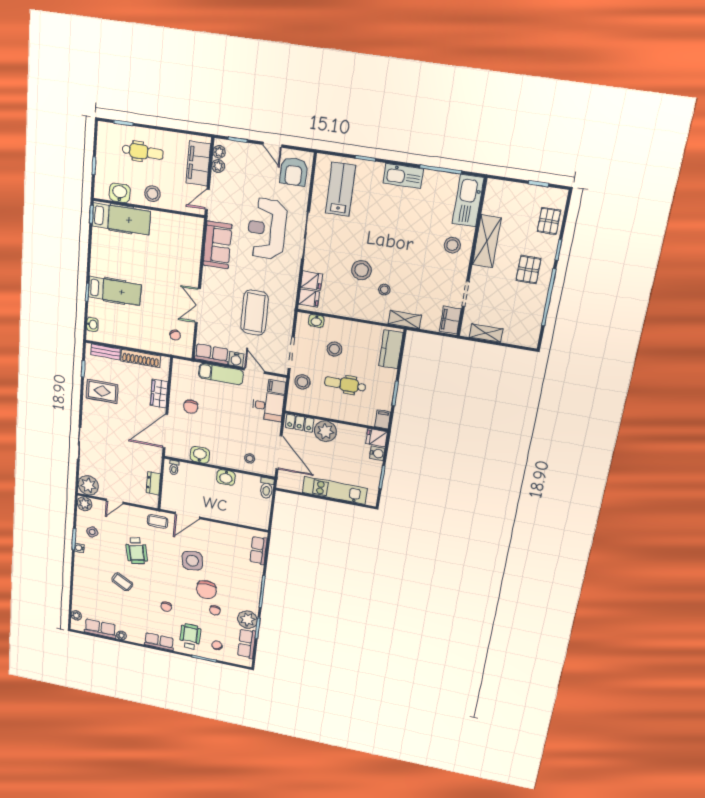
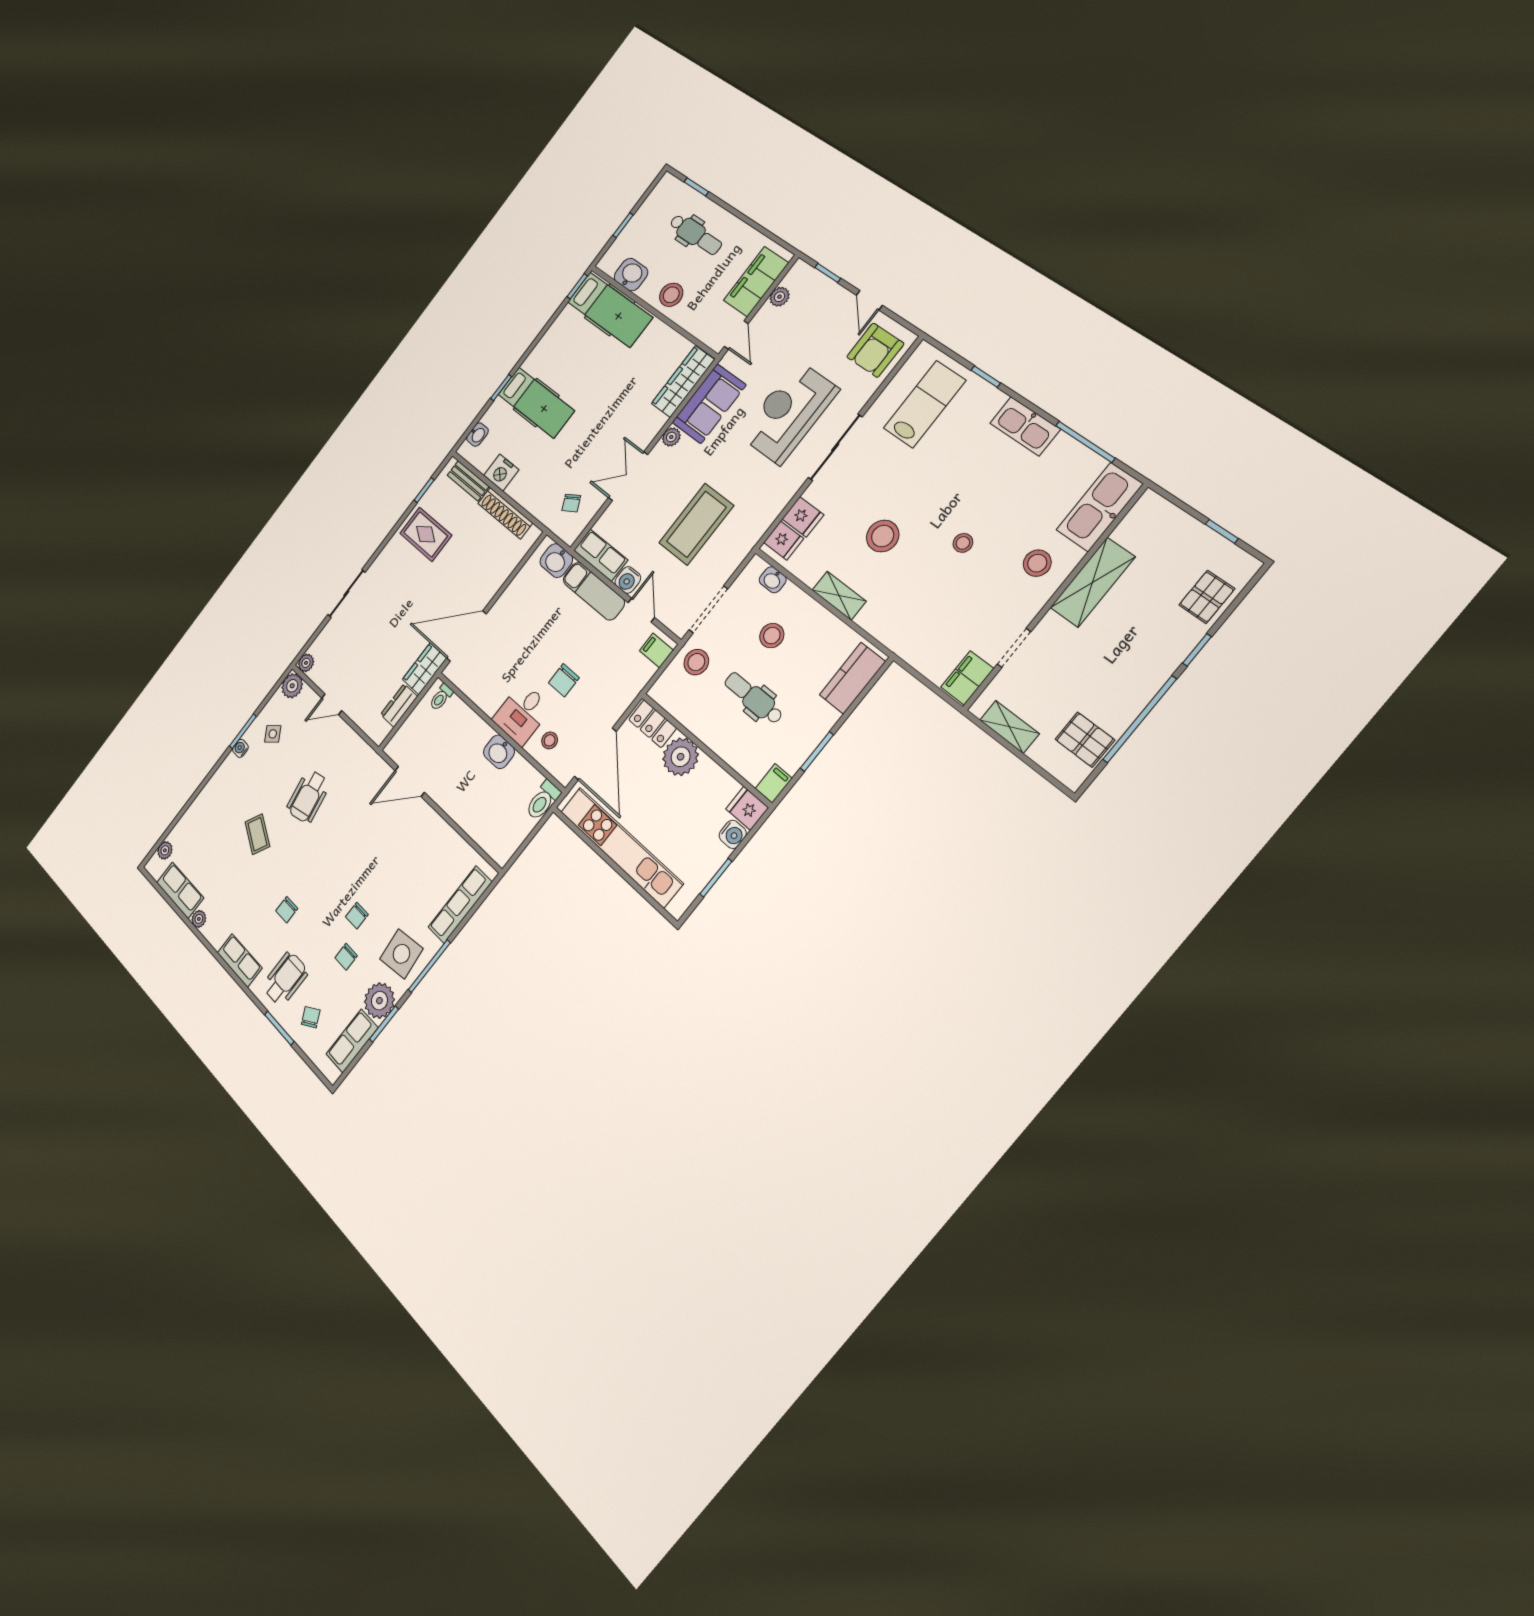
plant: (219, 152) -> (671, 437), moved
door: (207, 199) -> (736, 335), swing flipped
wardrobe: (194, 240) -> (683, 382), added
pallet: (528, 269) -> (1085, 740), moved, turned 90
stool: (384, 290) -> (963, 543), moved
shelving: (405, 320) -> (839, 596), moved
nightstand: (122, 338) -> (501, 473), added
wardrobe: (159, 394) -> (425, 669), moved
desk: (268, 406) -> (522, 714), moved, turned 90
chair: (191, 407) -> (564, 680), moved
washbasin: (200, 455) -> (556, 561), moved, turned 180
plant: (88, 485) -> (306, 663), width x0.53, depth x0.53
kitchen unit: (335, 490) -> (621, 847), width x1.36
coffee table: (158, 521) -> (365, 767), removed
row of seats: (258, 550) -> (460, 905), width x1.48
side table: (192, 561) -> (401, 954), moved
chair: (206, 590) -> (357, 916), width x0.54, depth x0.54

